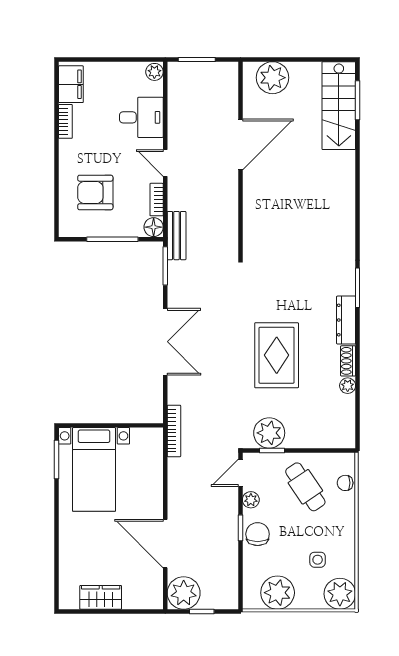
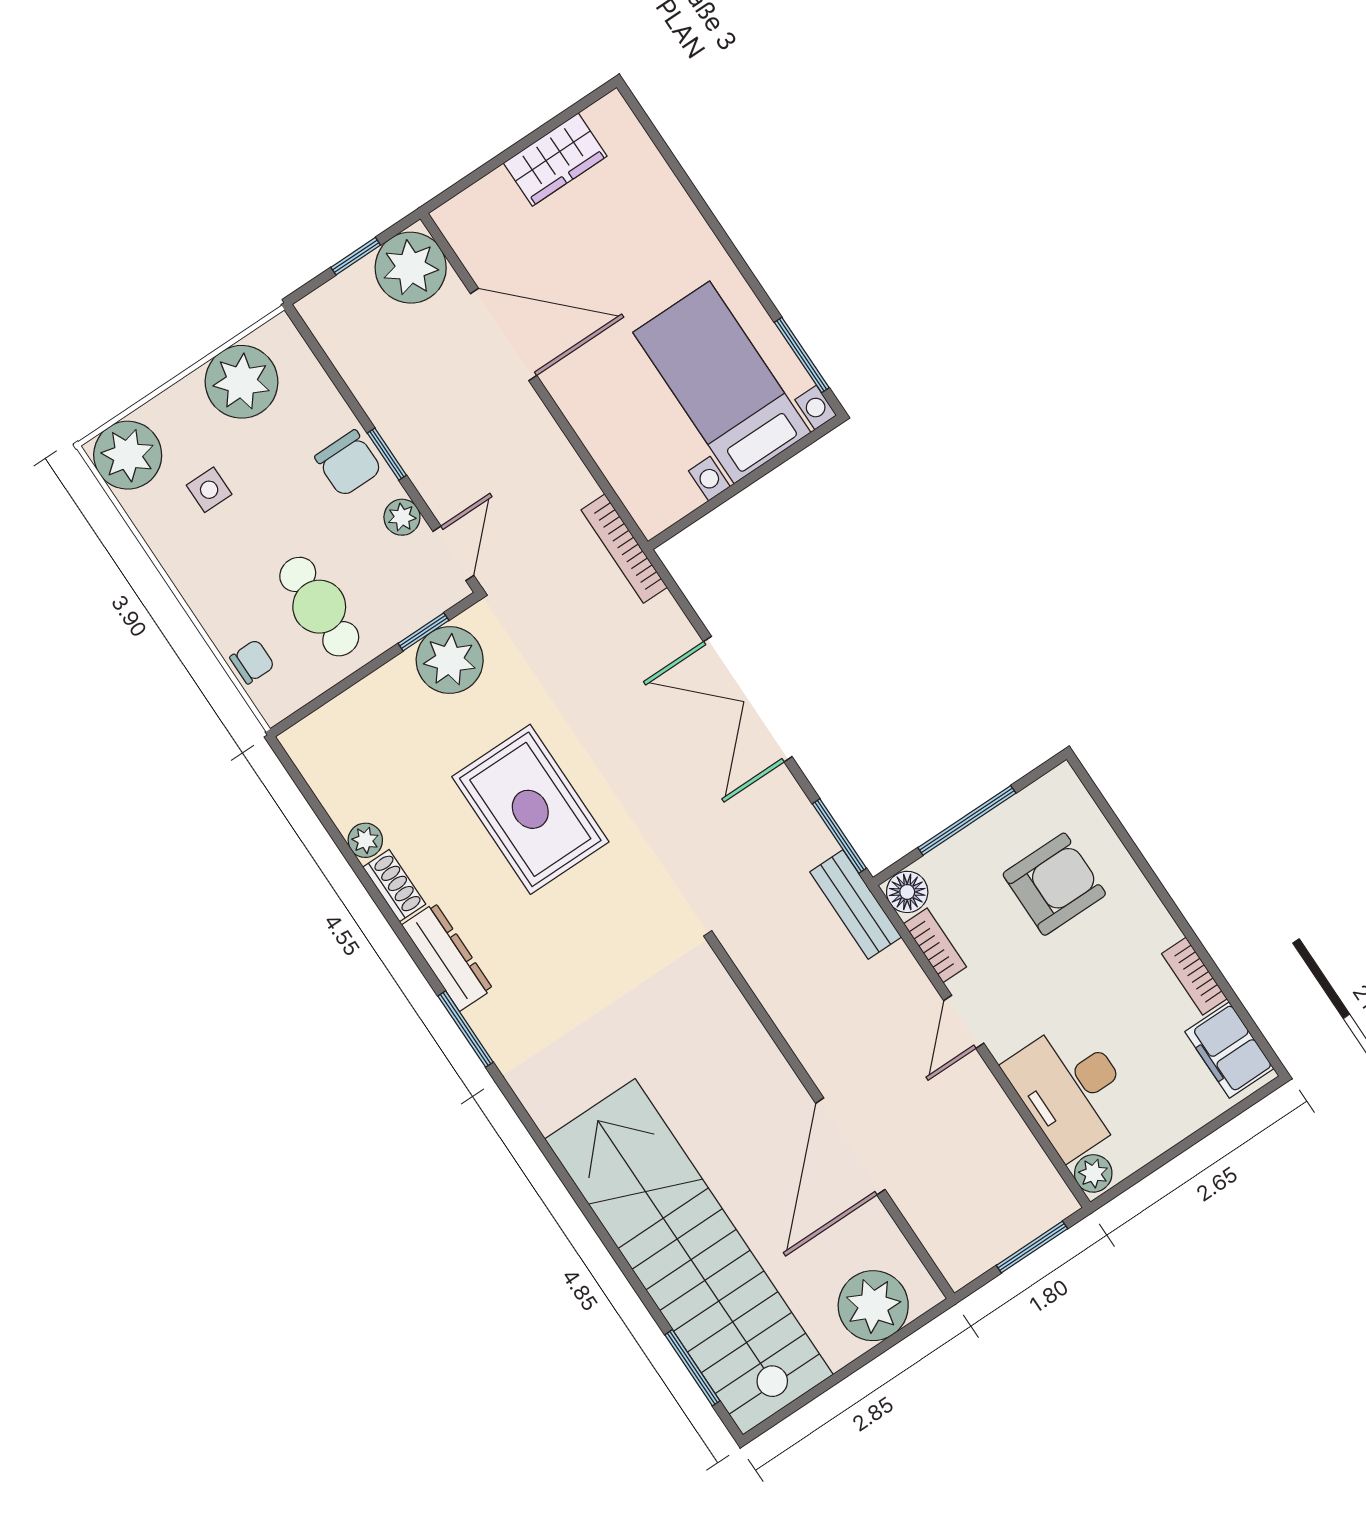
stairs: (339, 106) -> (689, 1257), width x1.86, depth x1.51
desk: (141, 117) -> (1071, 1089), width x1.37
door: (165, 163) -> (964, 1022), swing flipped
cafe table: (305, 487) -> (319, 607), turned 34

